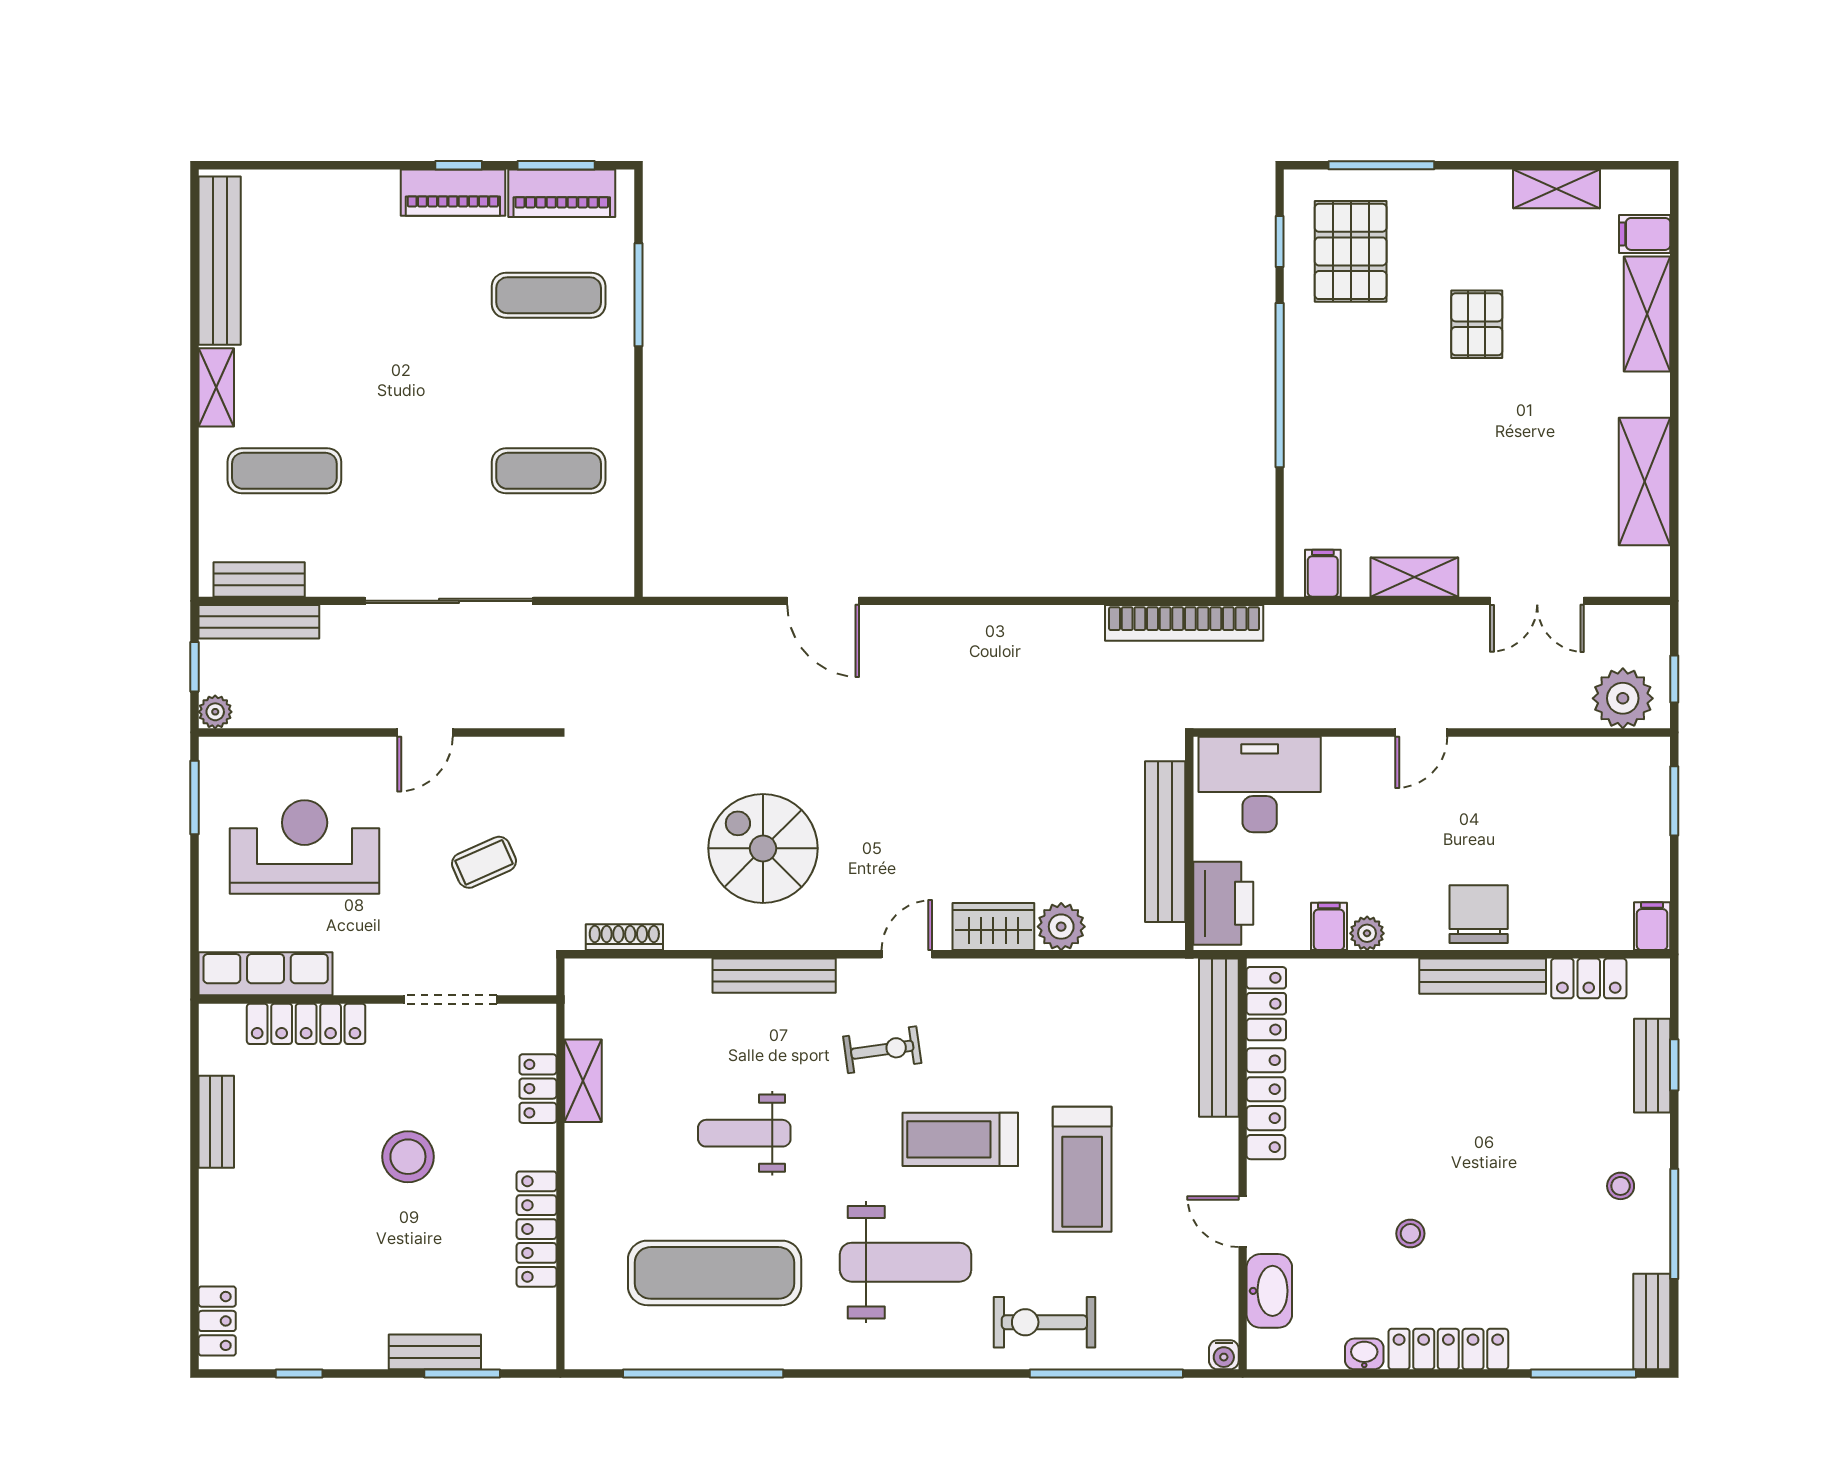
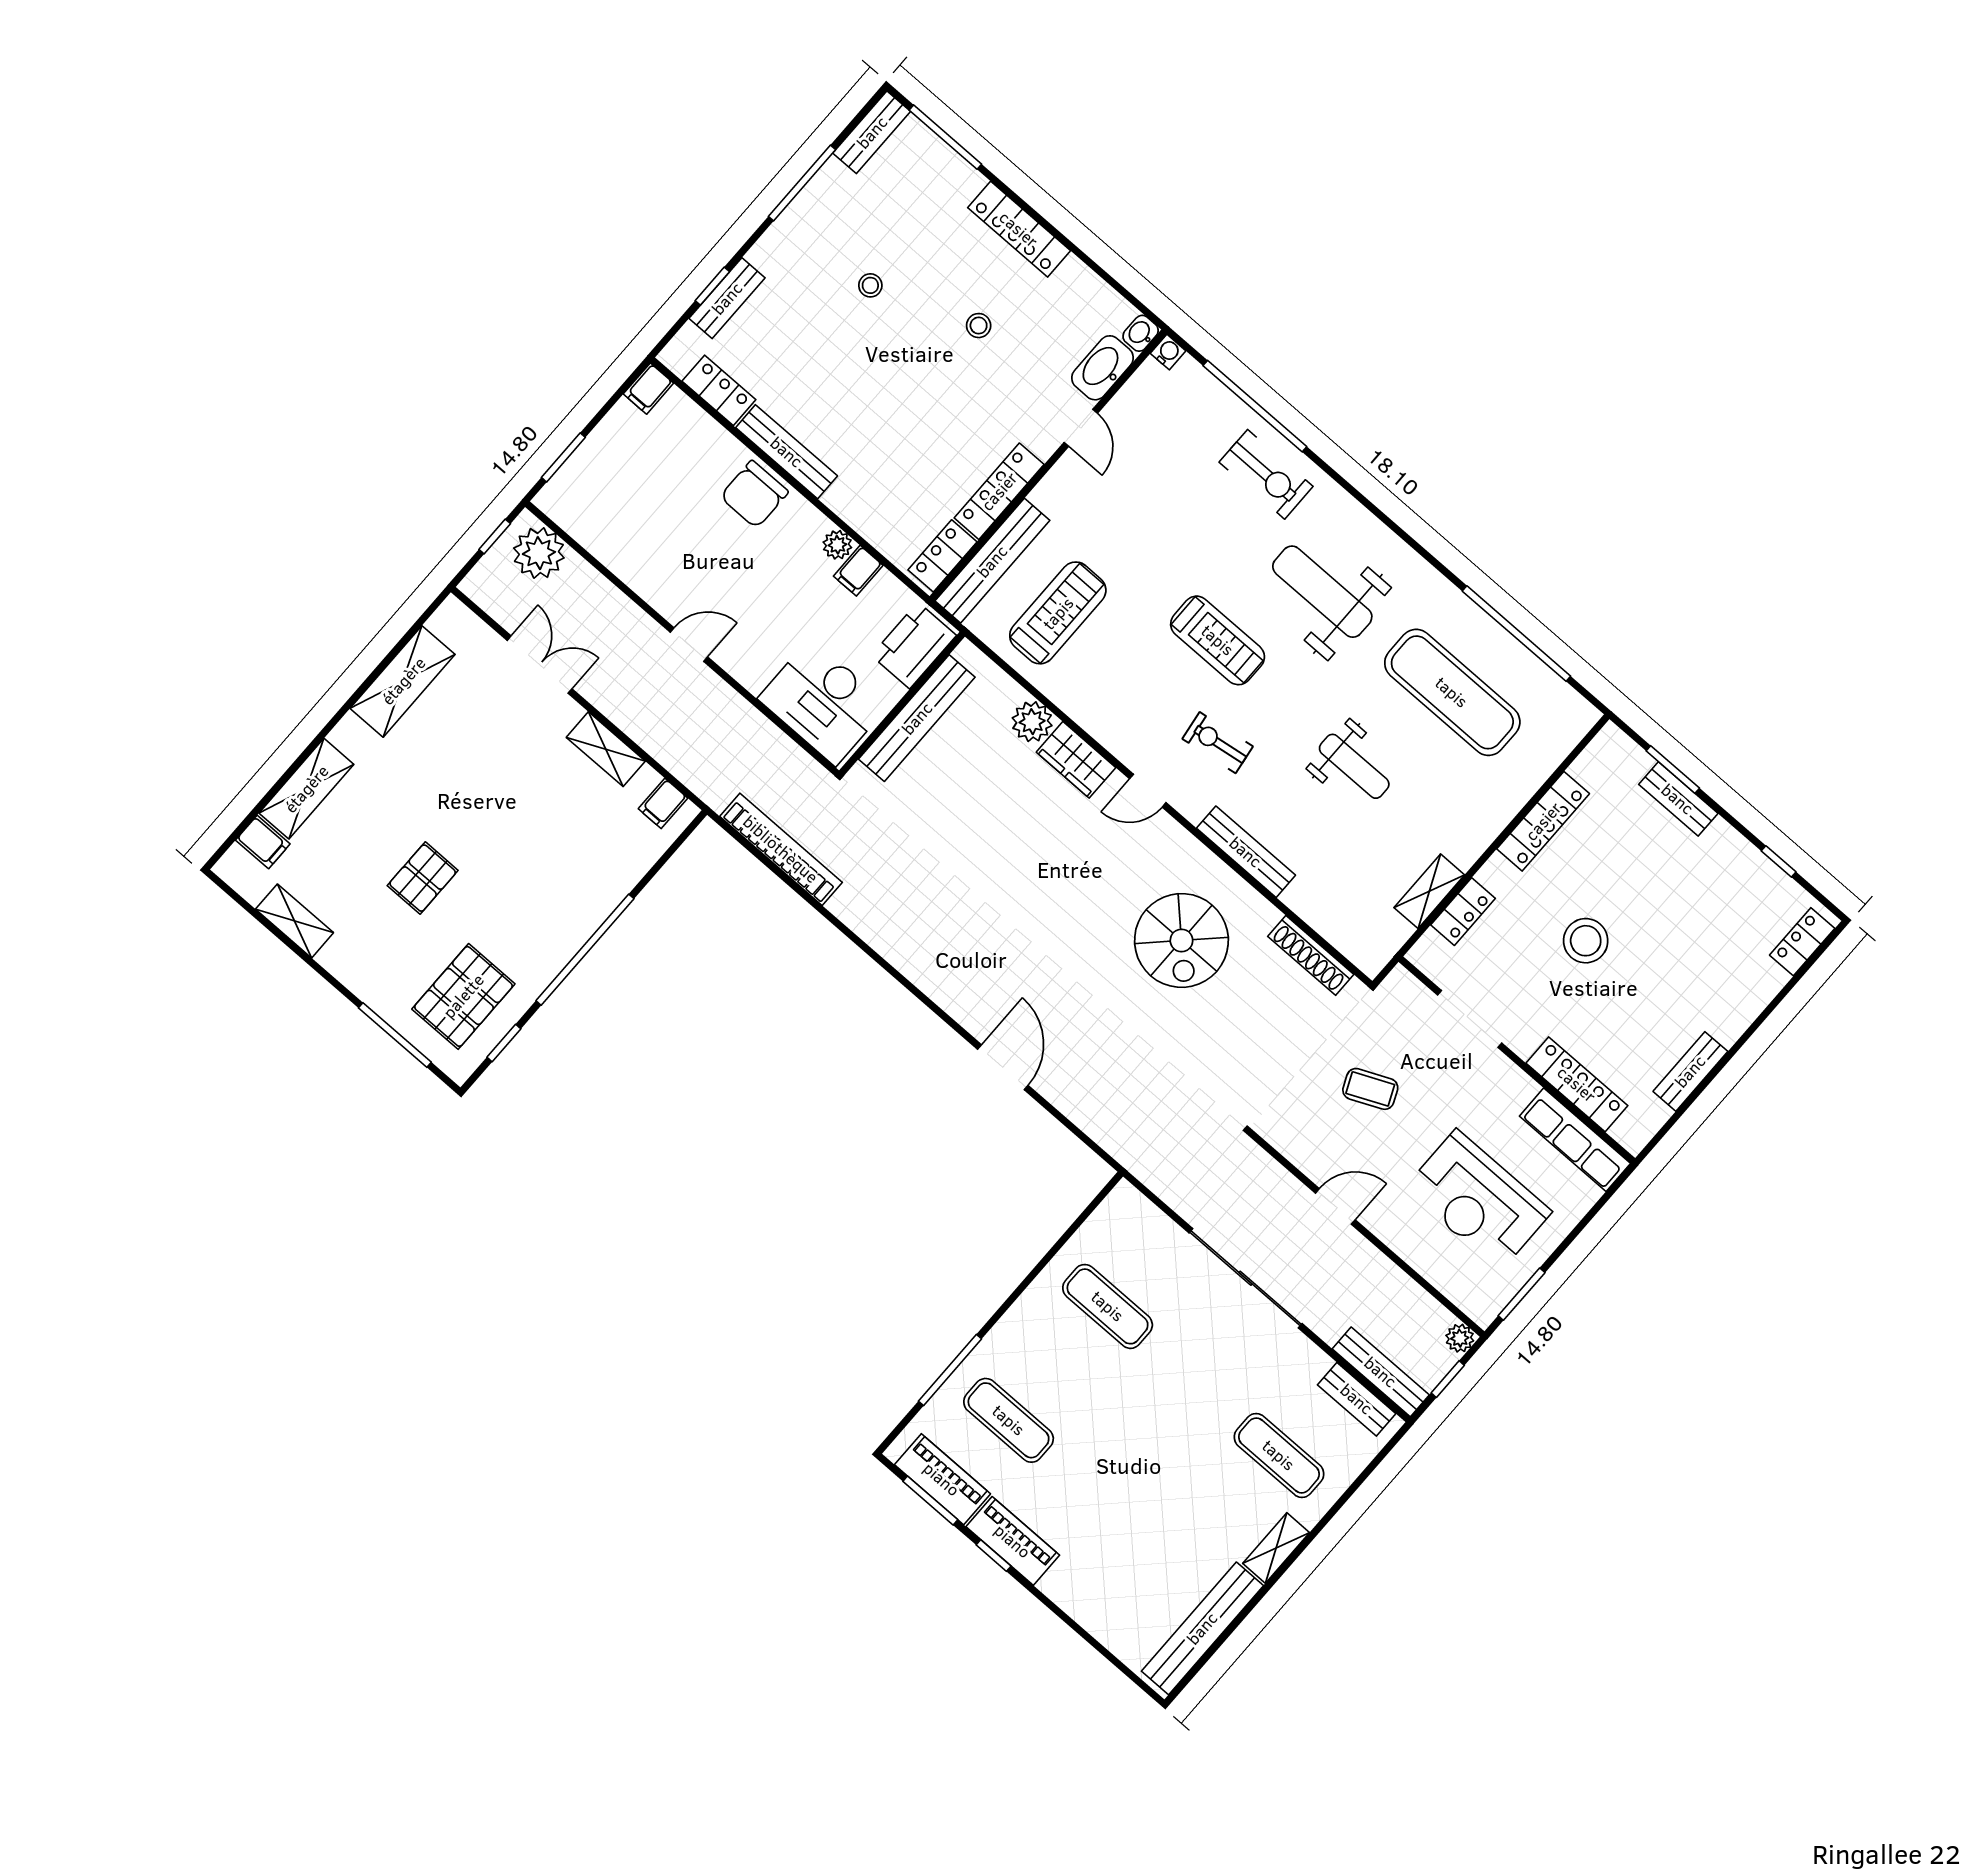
shoe rack: (624, 937) -> (1311, 955), width x1.36, depth x1.24
treadmill: (1082, 1169) -> (1058, 613), moved
stool: (1621, 1186) -> (870, 285), moved
washbasin: (1364, 1354) -> (1141, 333), moved, turned 90

